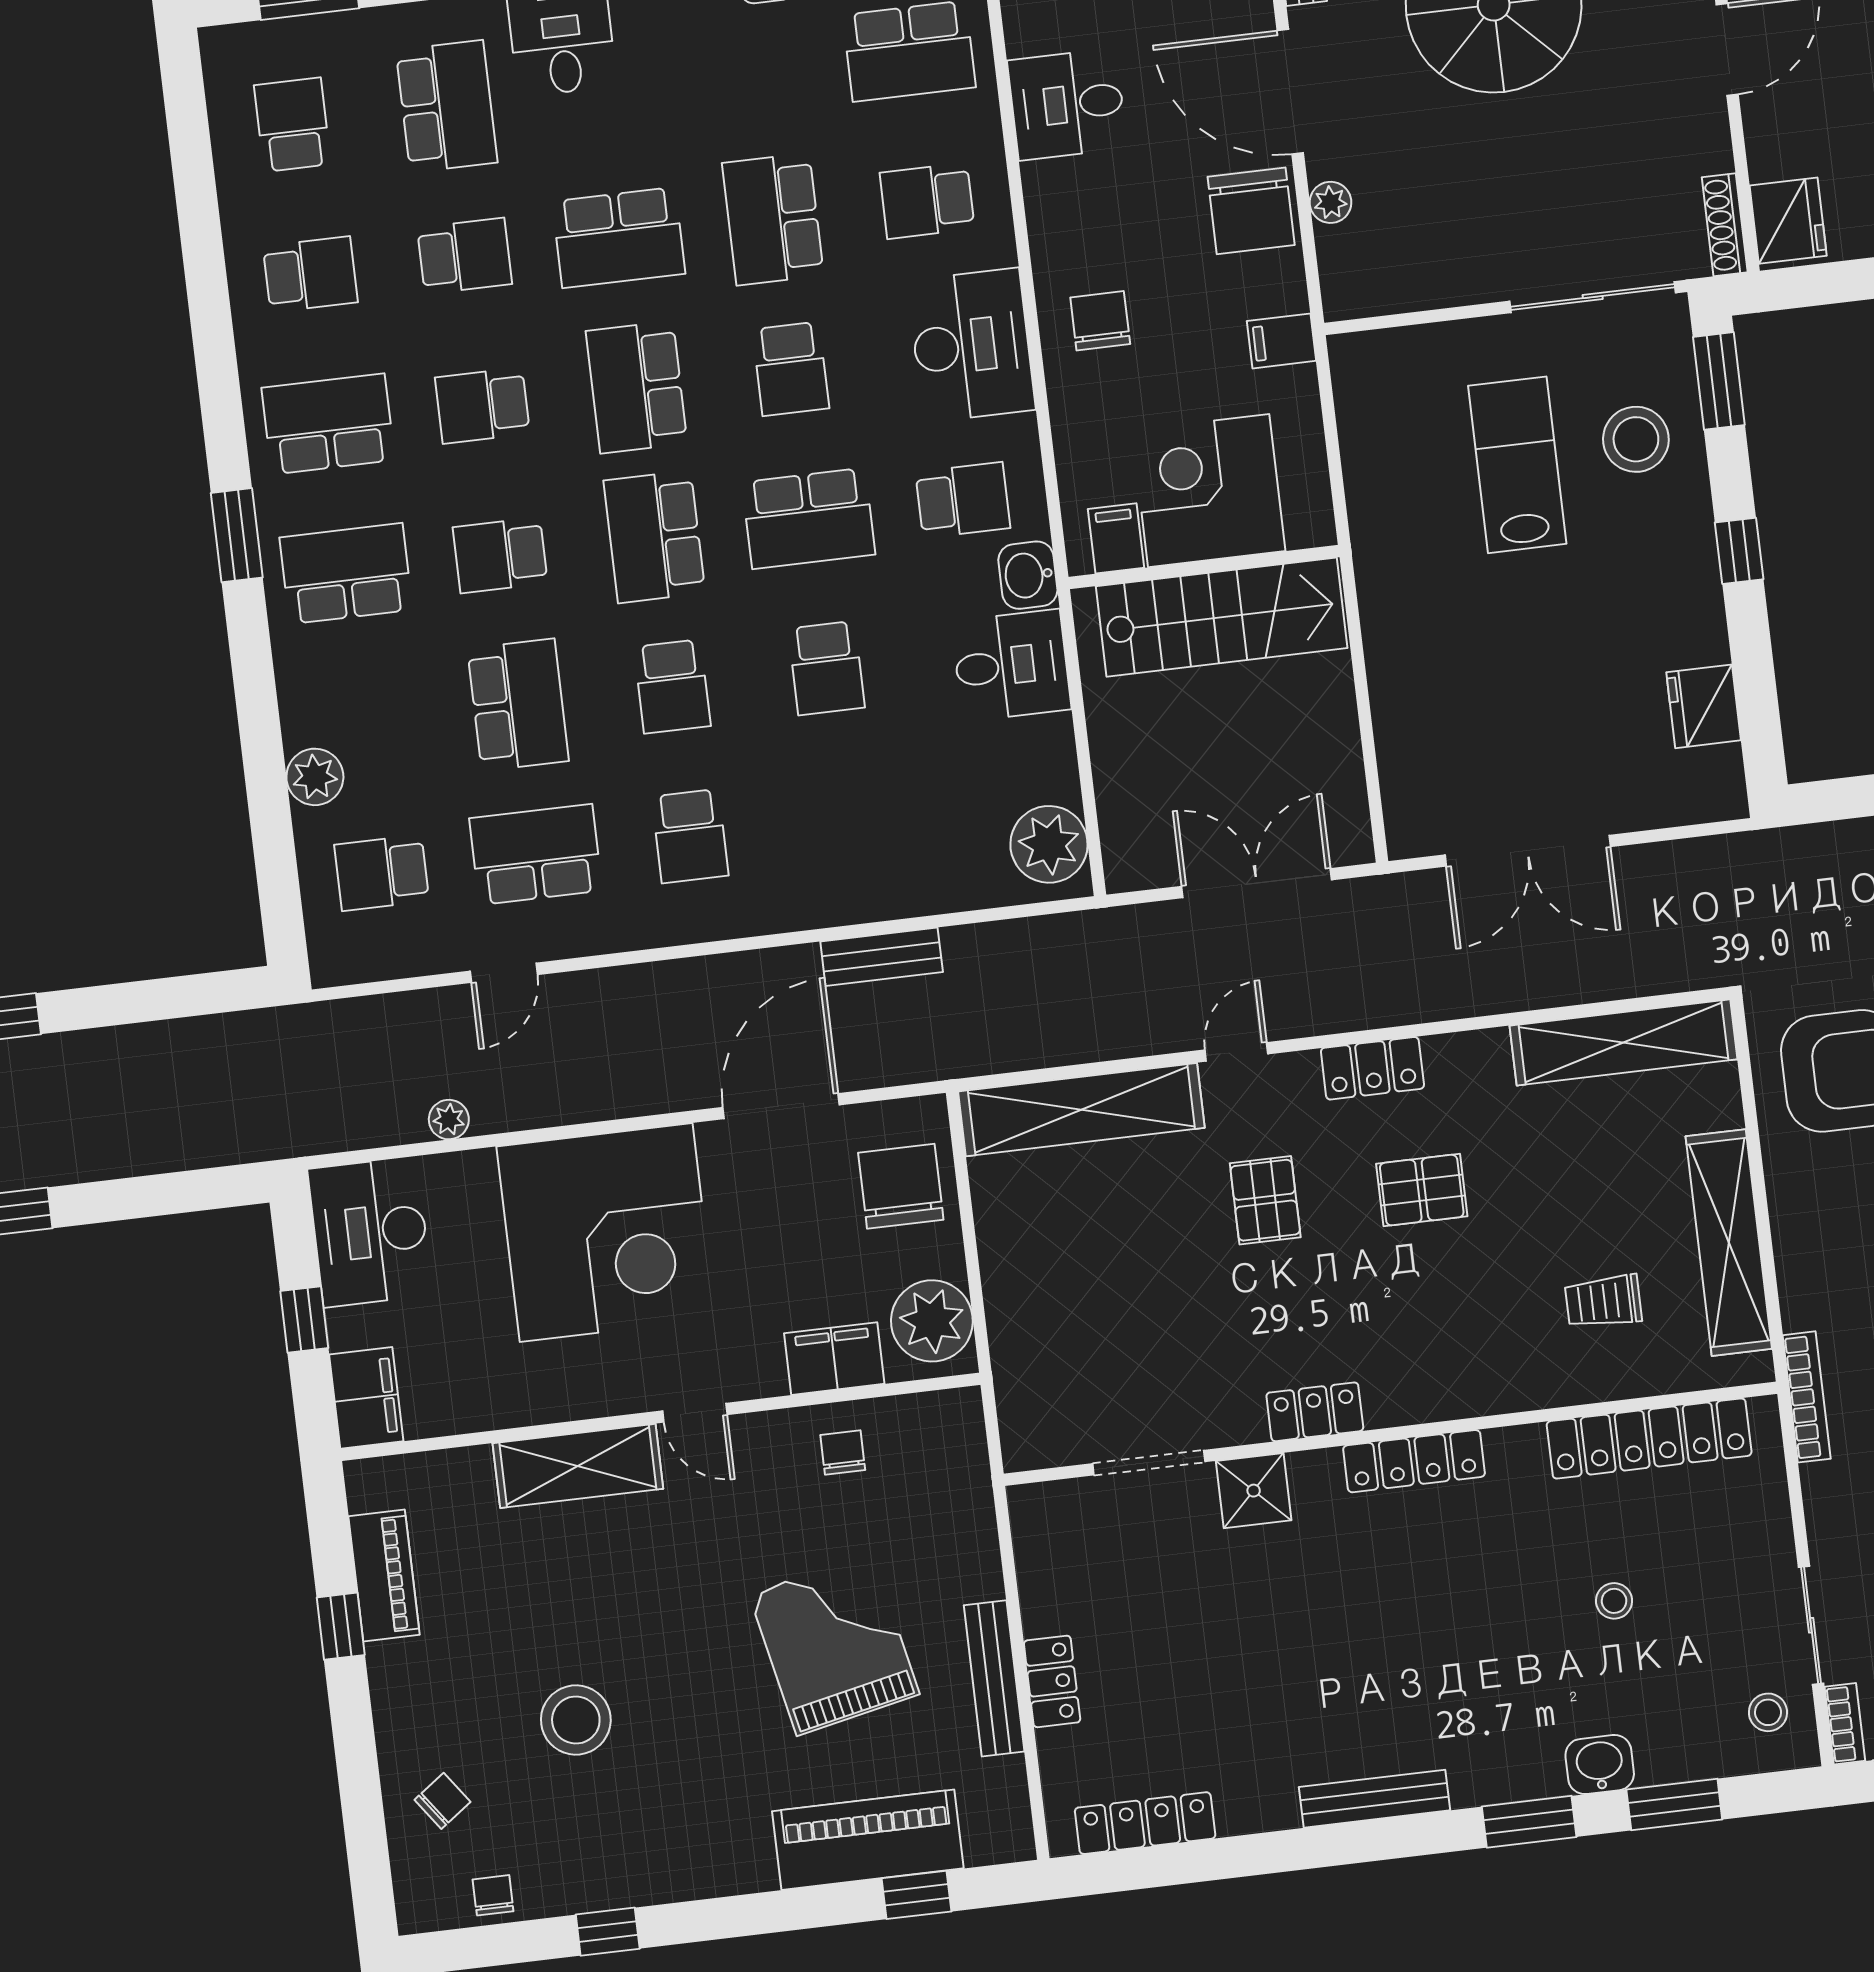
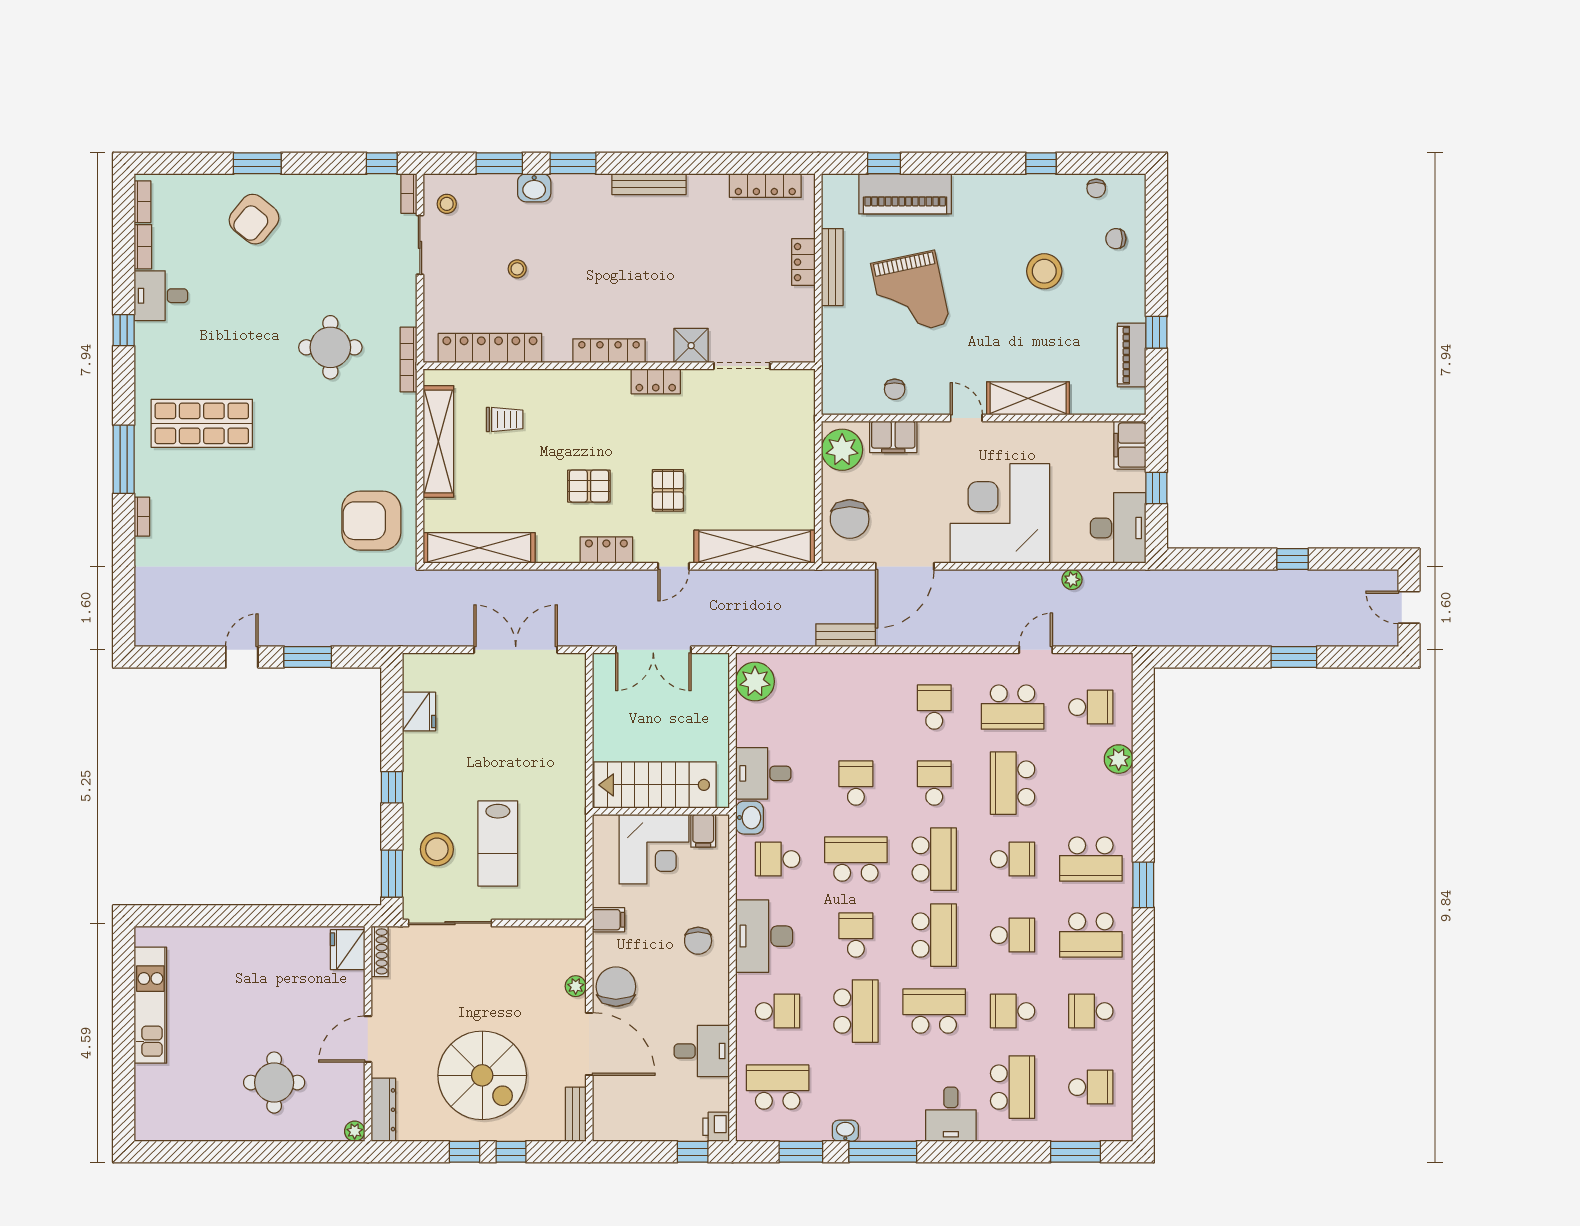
school desk: (447, 106) -> (1013, 1087), turned 180
school desk: (292, 125) -> (1091, 1087), turned -90
chair: (442, 1801) -> (1116, 239), turned 36

